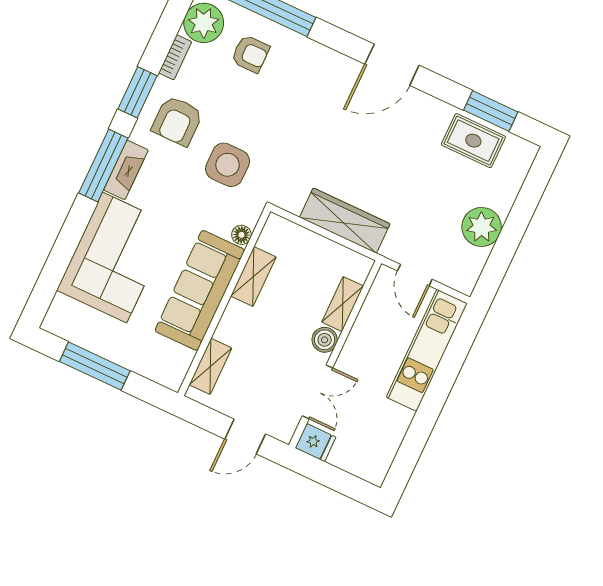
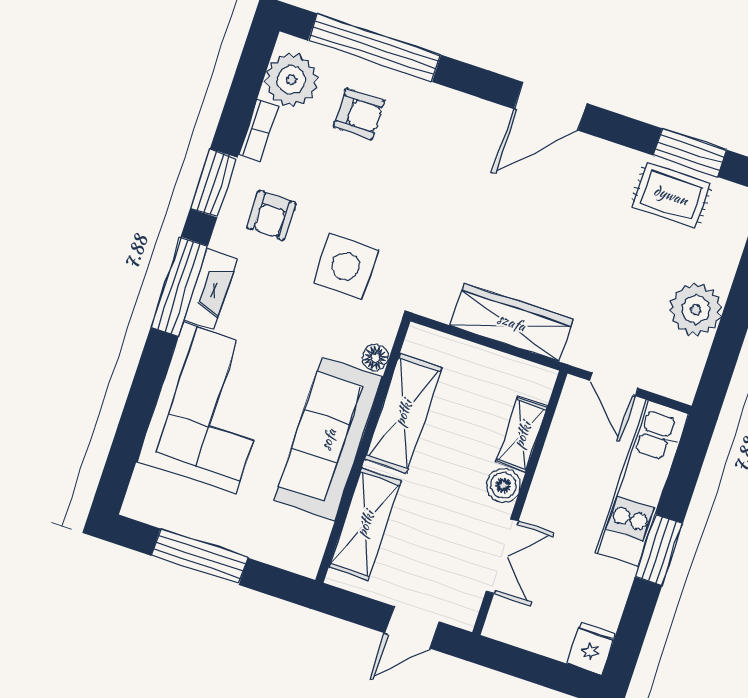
armchair: (177, 121) -> (271, 215), width x0.72, depth x0.72
shelving: (253, 276) -> (403, 413), width x1.50, depth x1.33
shelving: (210, 366) -> (365, 524), width x1.50, depth x1.33
window: (434, 401) -> (659, 550), added
fridge: (315, 443) -> (591, 649), moved, turned -90

